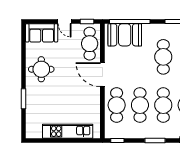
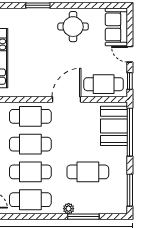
door: (65, 22) -> (130, 54), hinge flipped

